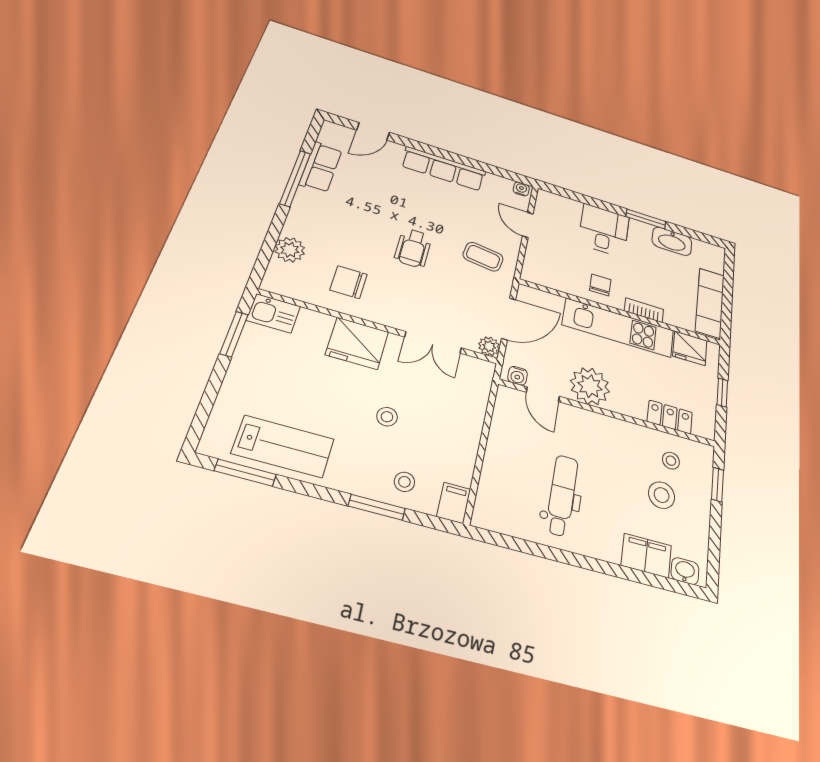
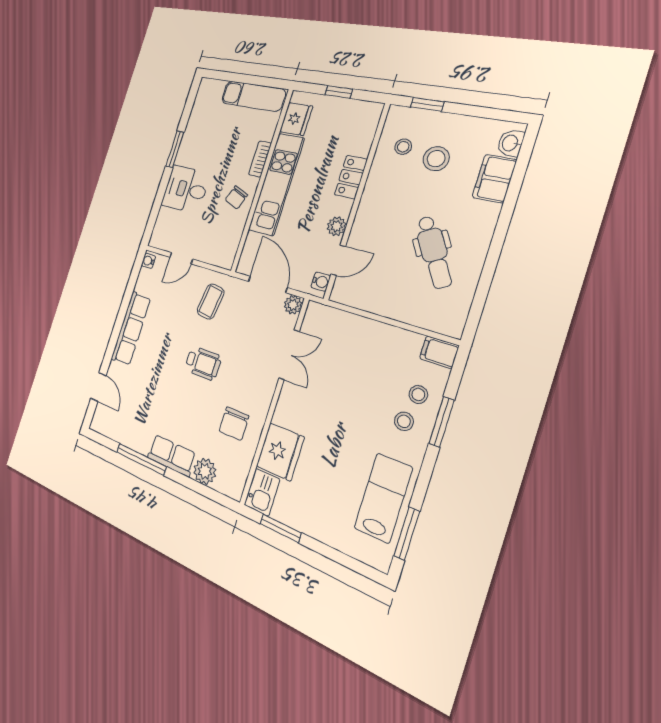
row of seats: (321, 167) -> (172, 455), moved
washbasin: (672, 241) -> (195, 127), removed
chair: (600, 285) -> (236, 197), turned -68
fridge: (357, 343) -> (280, 452), moved
plant: (590, 386) -> (337, 226), width x0.53, depth x0.53
stool: (387, 417) -> (404, 421), moved
locker: (670, 417) -> (351, 177), moved
dental chair: (562, 495) -> (434, 252), turned -121

